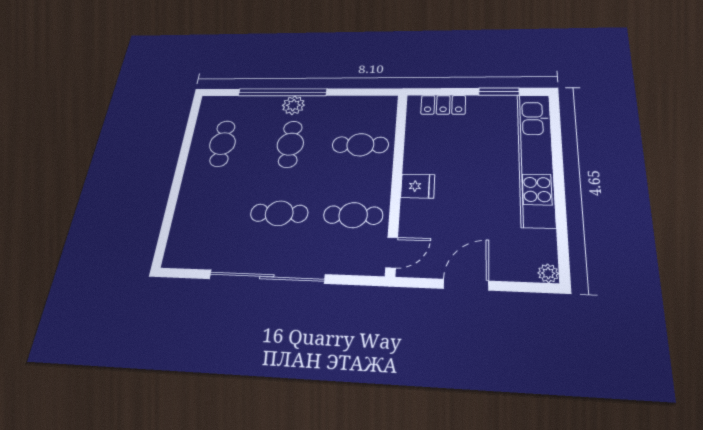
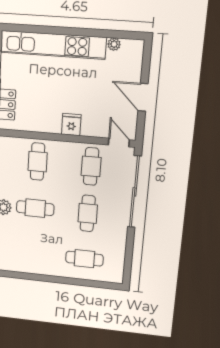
cafe table: (222, 144) -> (84, 259), moved
plant: (548, 273) -> (114, 44), moved
sliding door: (267, 277) -> (134, 192), moved

